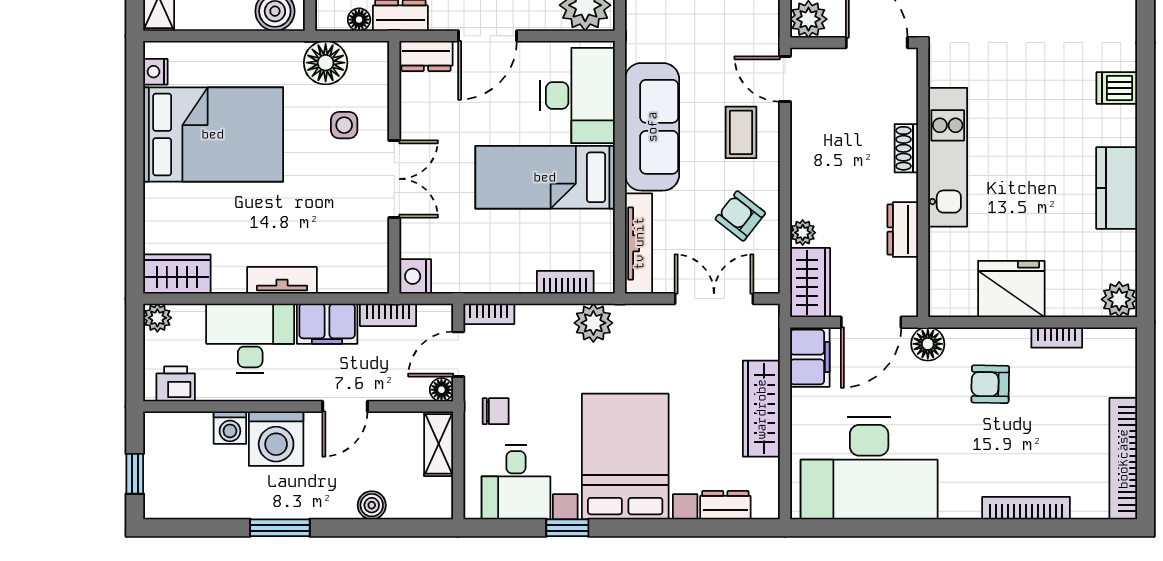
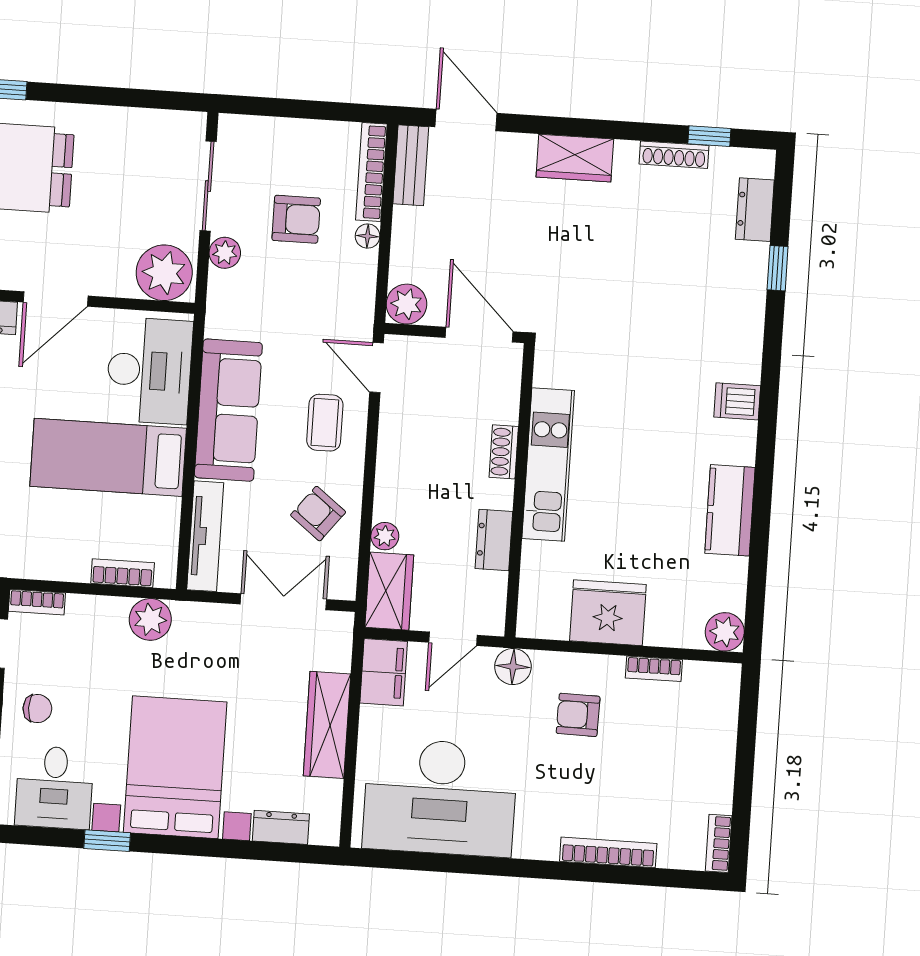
door: (871, 322) -> (453, 639), width x0.73
bookcase: (1123, 459) -> (719, 843), width x0.43, depth x0.76

